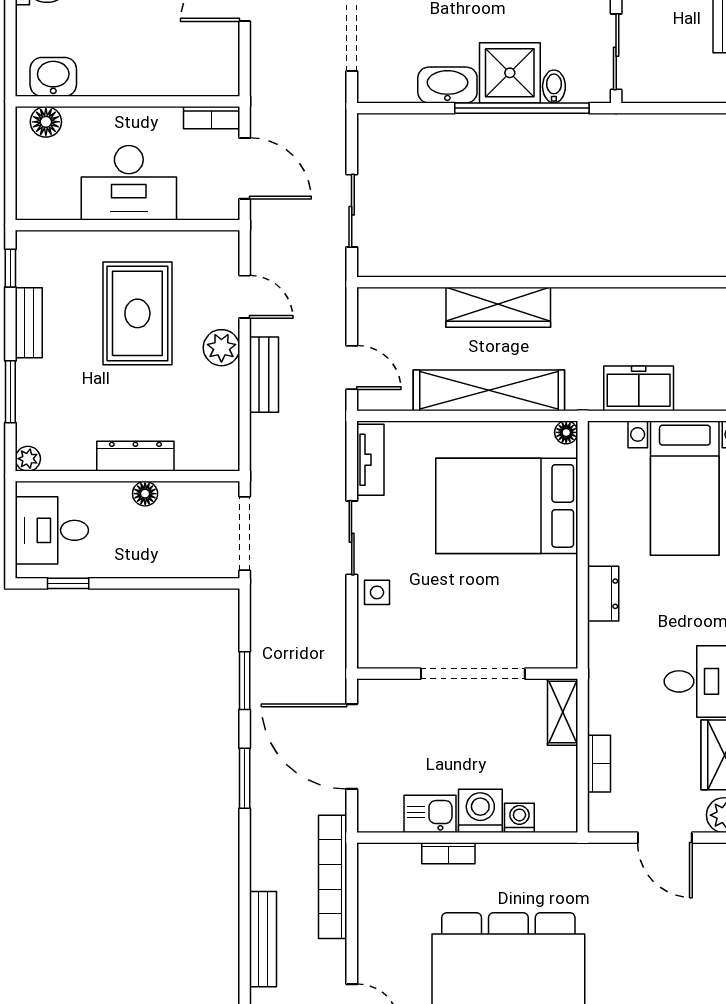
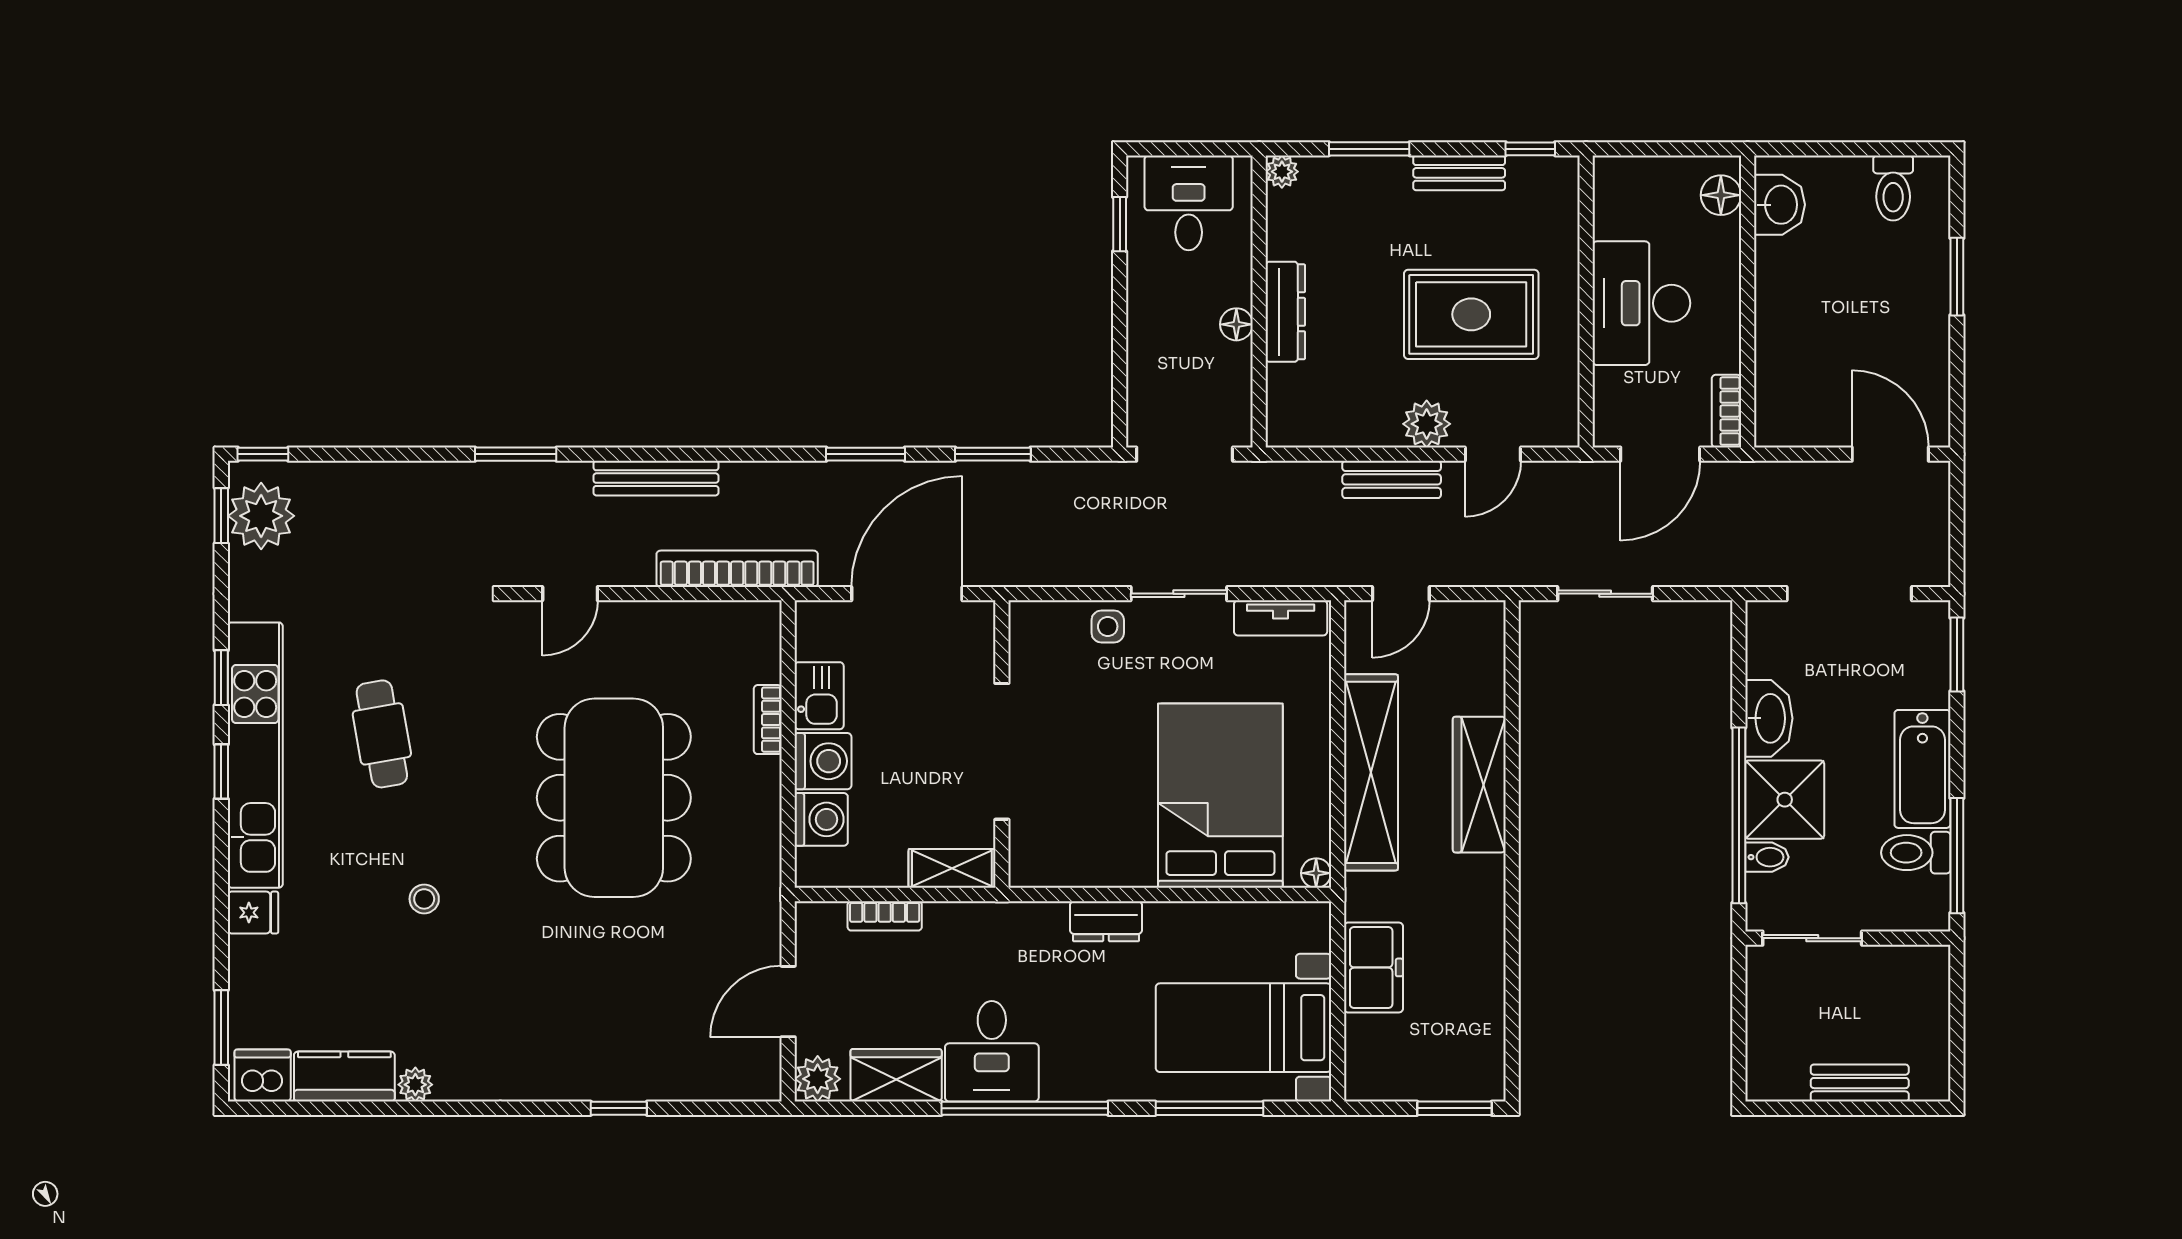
washing machine: (519, 818) -> (821, 819), width x1.38, depth x1.38

